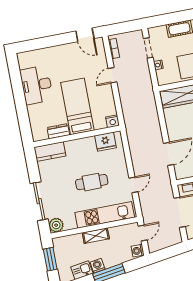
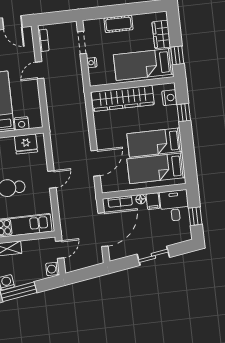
nightstand: (113, 121) -> (22, 123), moved
door: (133, 185) -> (52, 179), moved

